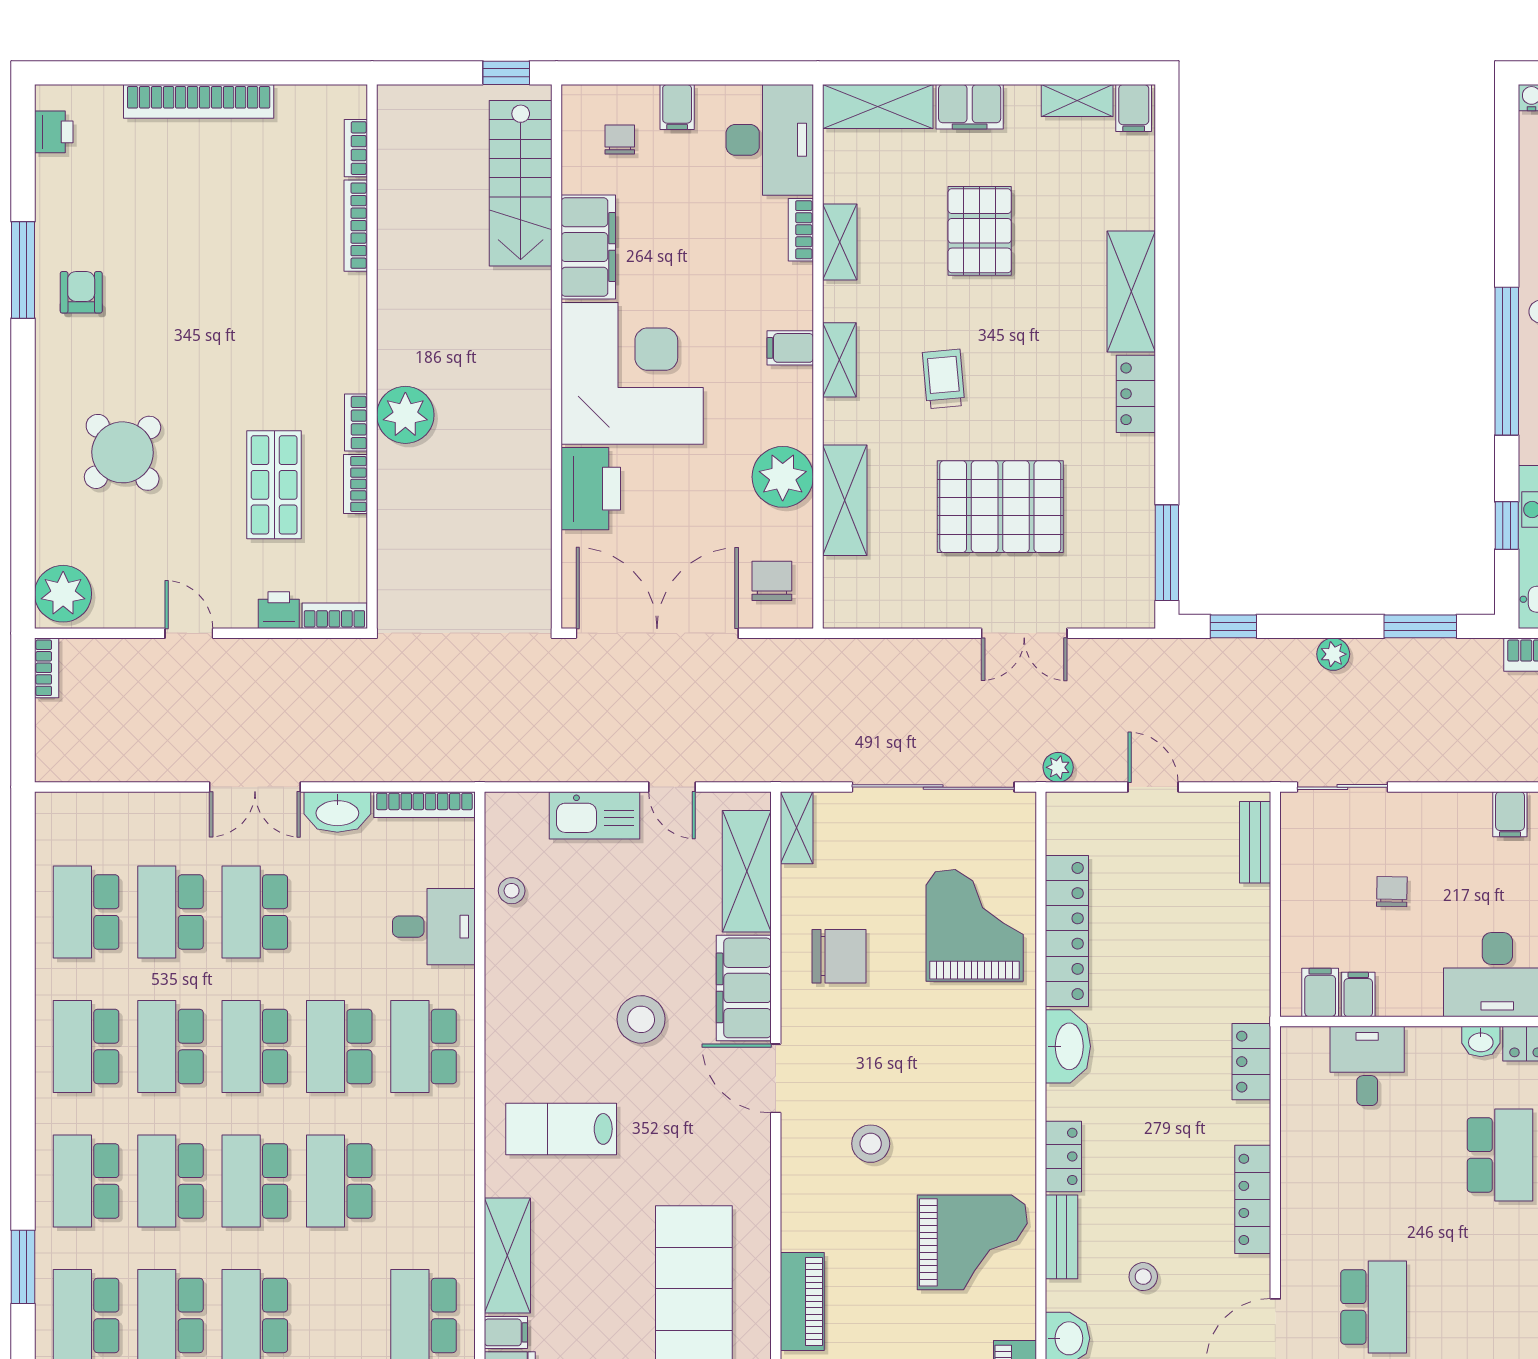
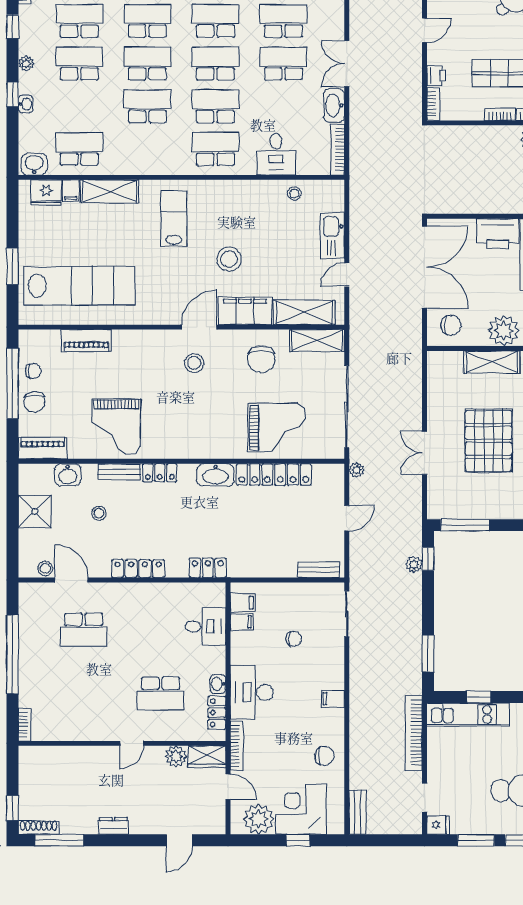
plant: (1333, 654) -> (414, 564), moved
shelving: (797, 828) -> (317, 340), width x1.50, depth x1.33
stool: (871, 1144) -> (194, 363), moved

